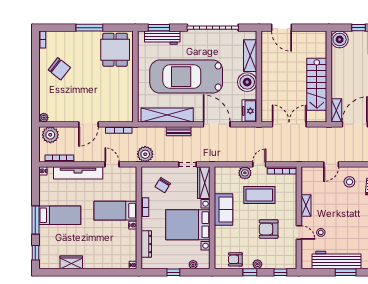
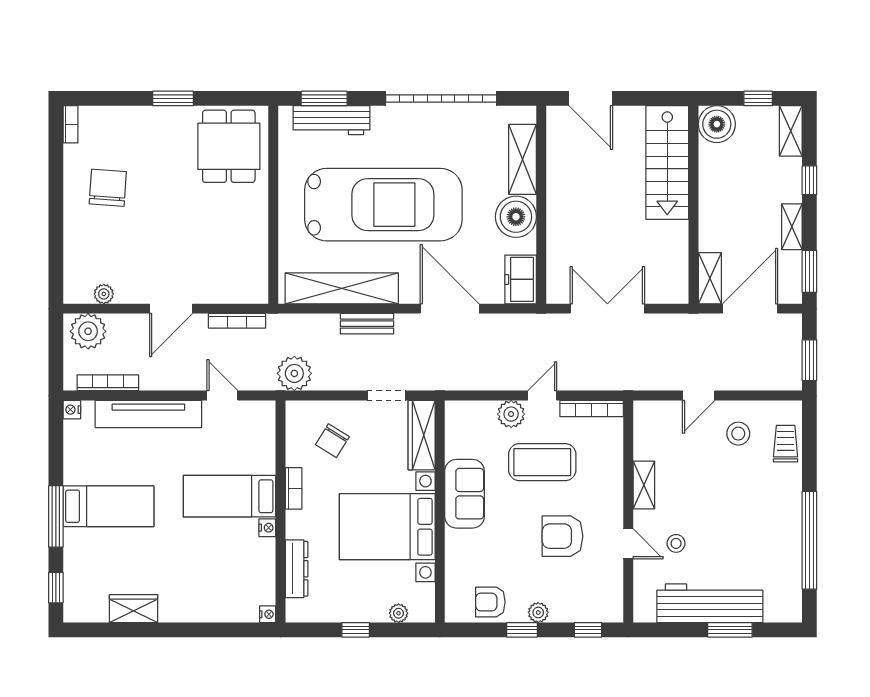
window: (89, 28) -> (173, 98), width x0.69
chair: (59, 69) -> (108, 188), turned -124
car: (186, 77) -> (383, 205), turned 180
stairs: (317, 84) -> (667, 163), moved
plant: (44, 118) -> (104, 294), moved

